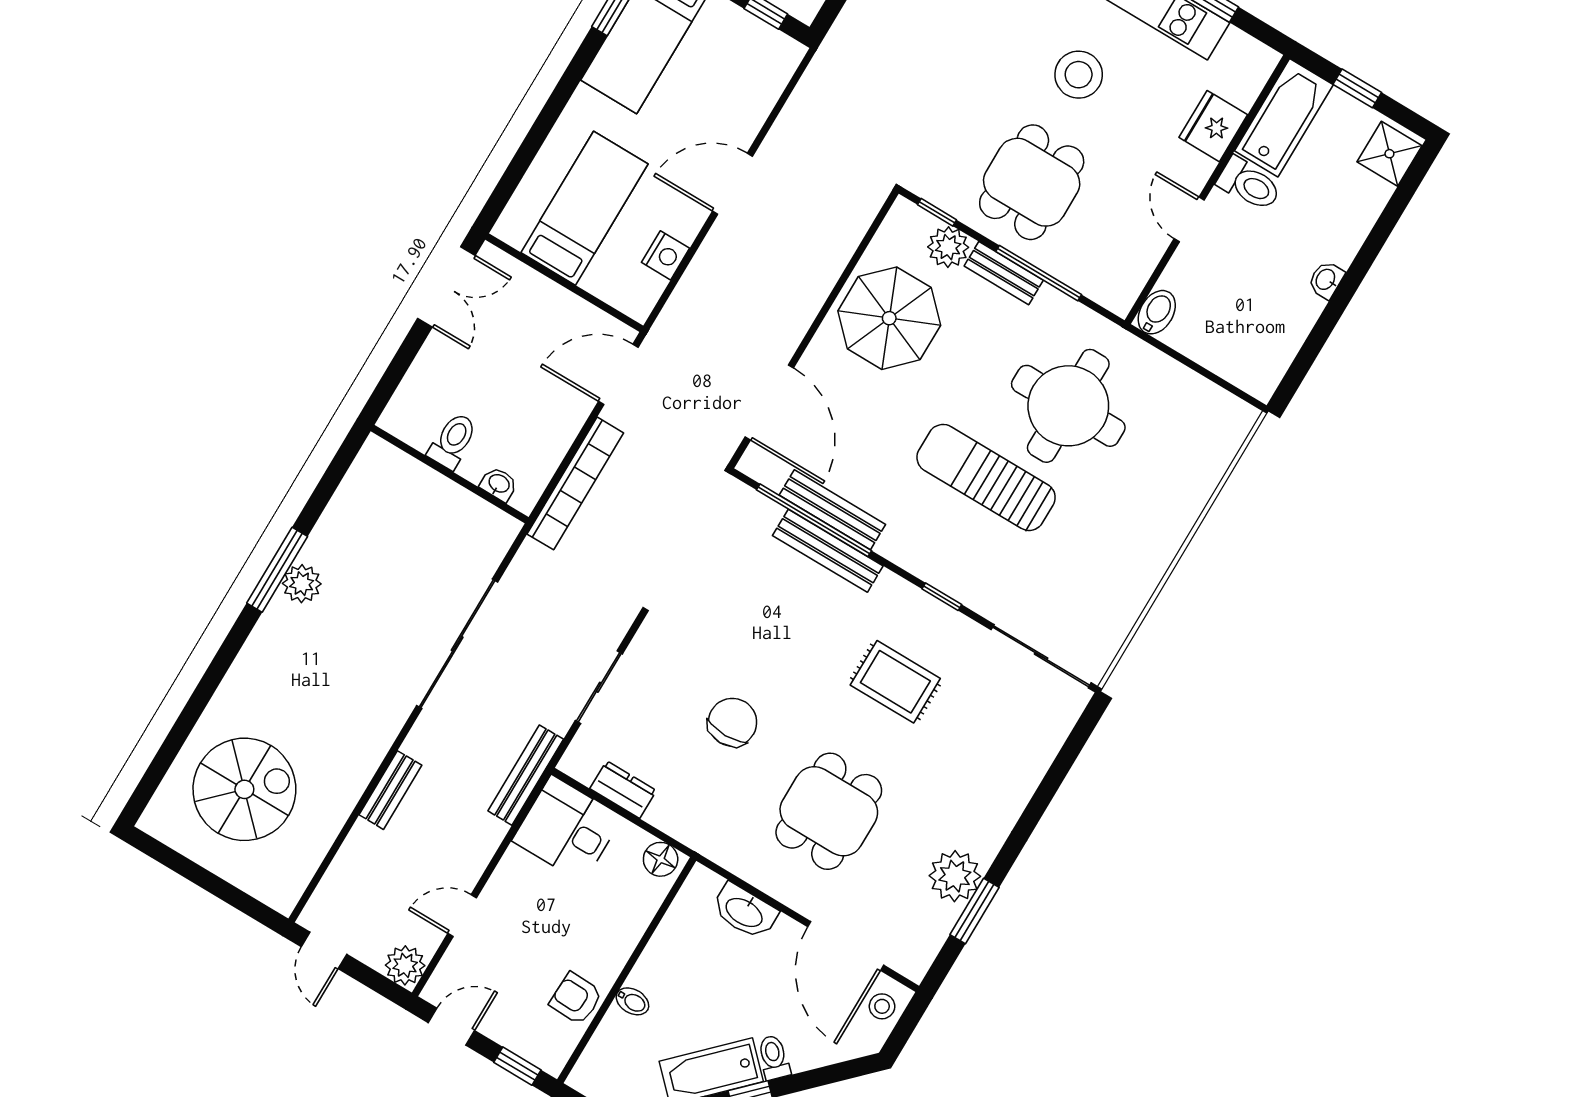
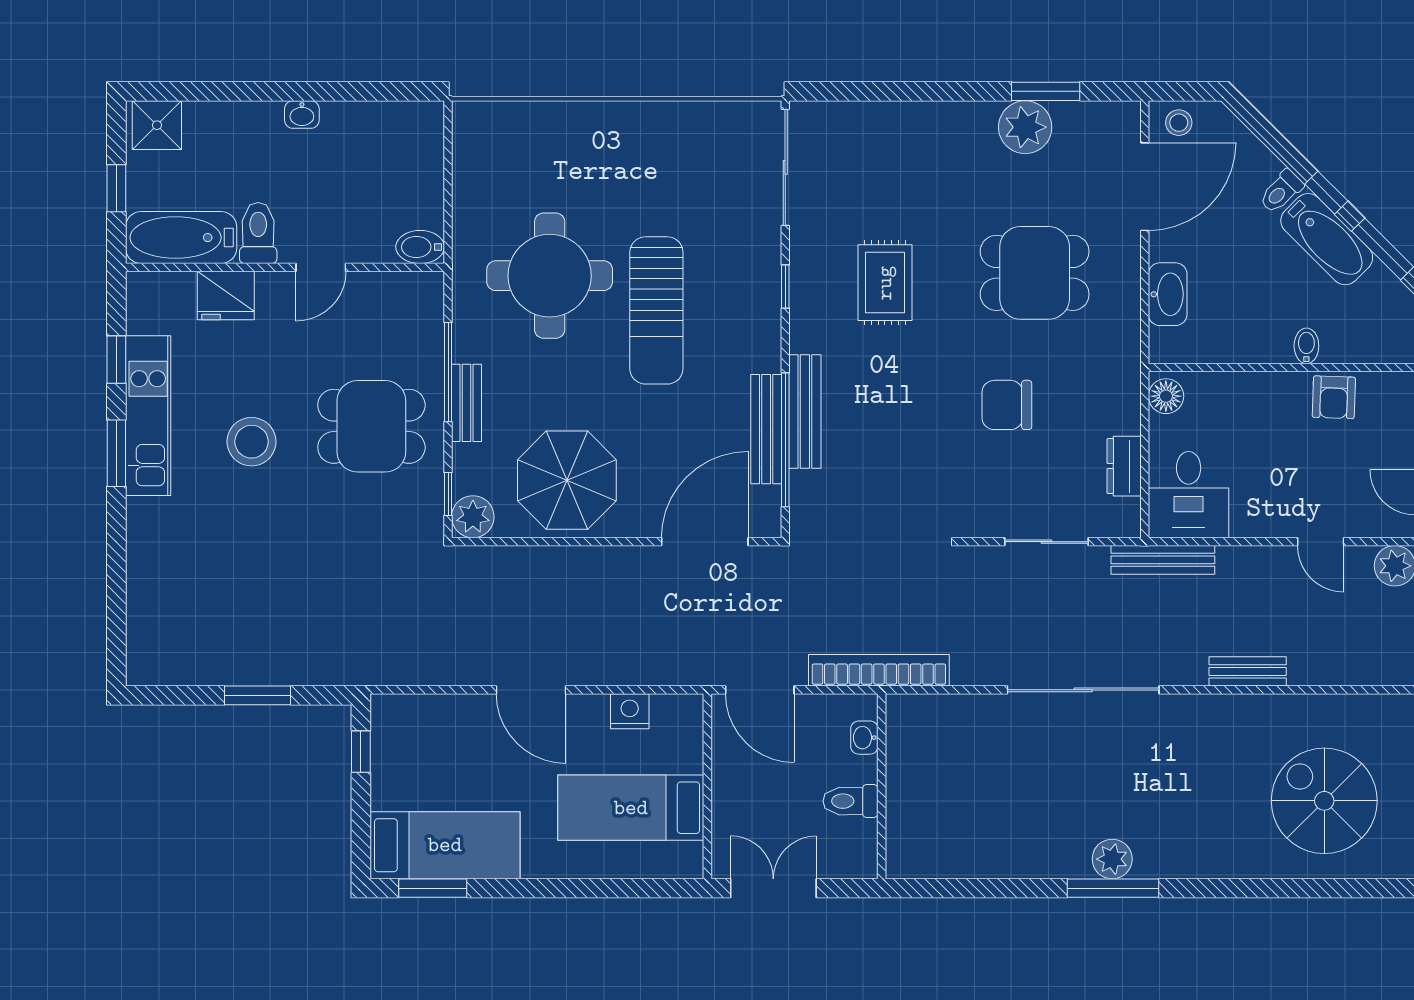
plant: (948, 247) -> (473, 517), moved
toilet: (453, 441) -> (850, 801), moved
wall: (450, 474) -> (882, 786), moved
washbasin: (499, 484) -> (864, 738), moved

